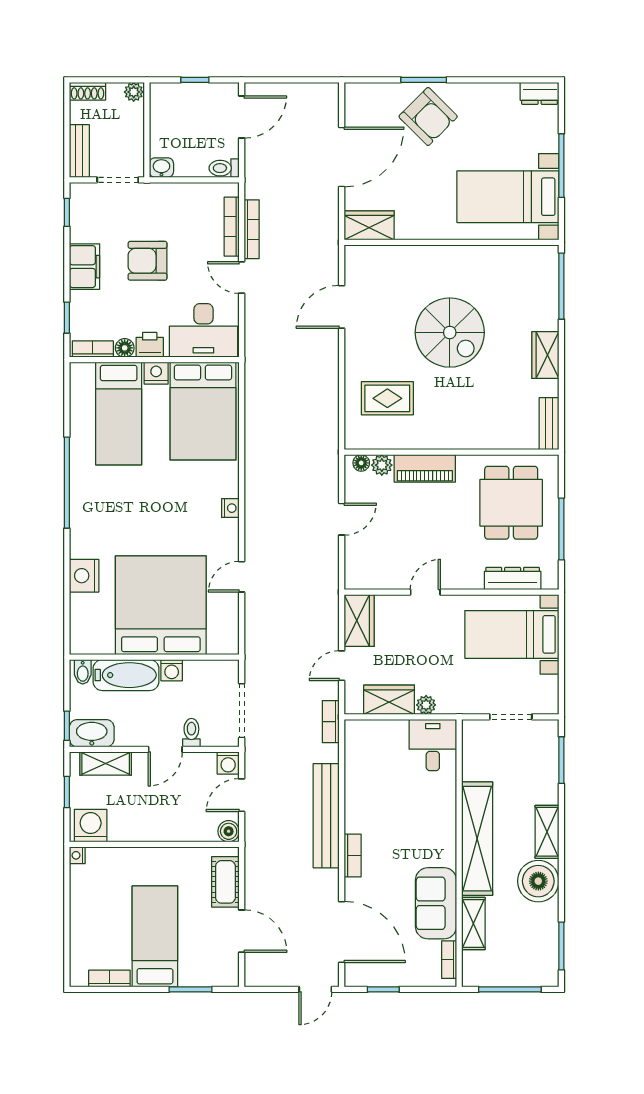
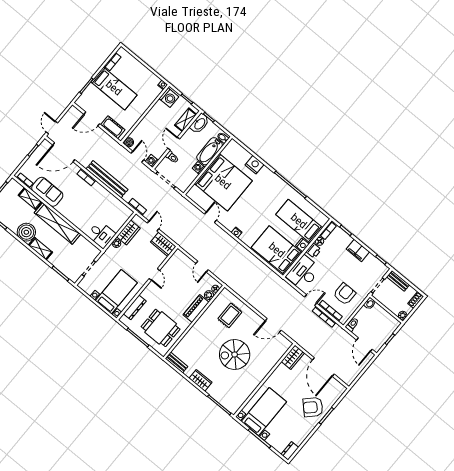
armchair: (148, 261) -> (345, 294), moved
door: (342, 307) -> (273, 325), swing flipped

